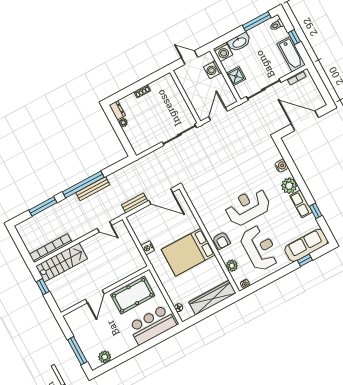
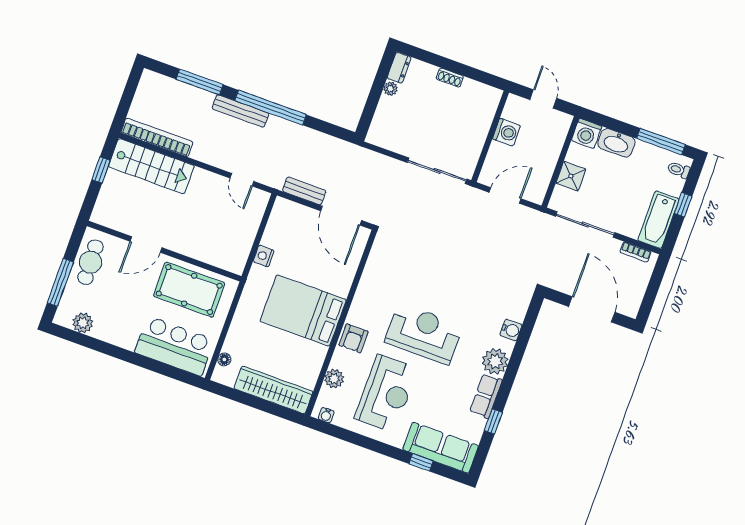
washing machine: (213, 70) -> (506, 132), moved, turned 180
bench: (93, 189) -> (240, 111), moved
cafe table: (80, 329) -> (90, 262), added

